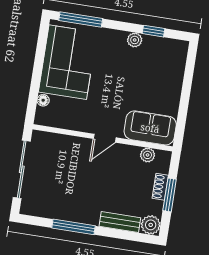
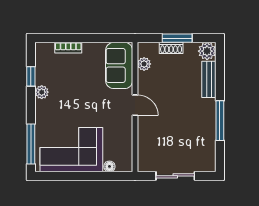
bookcase: (178, 76) -> (68, 48), added
sliding door: (22, 169) -> (175, 176), width x0.73

